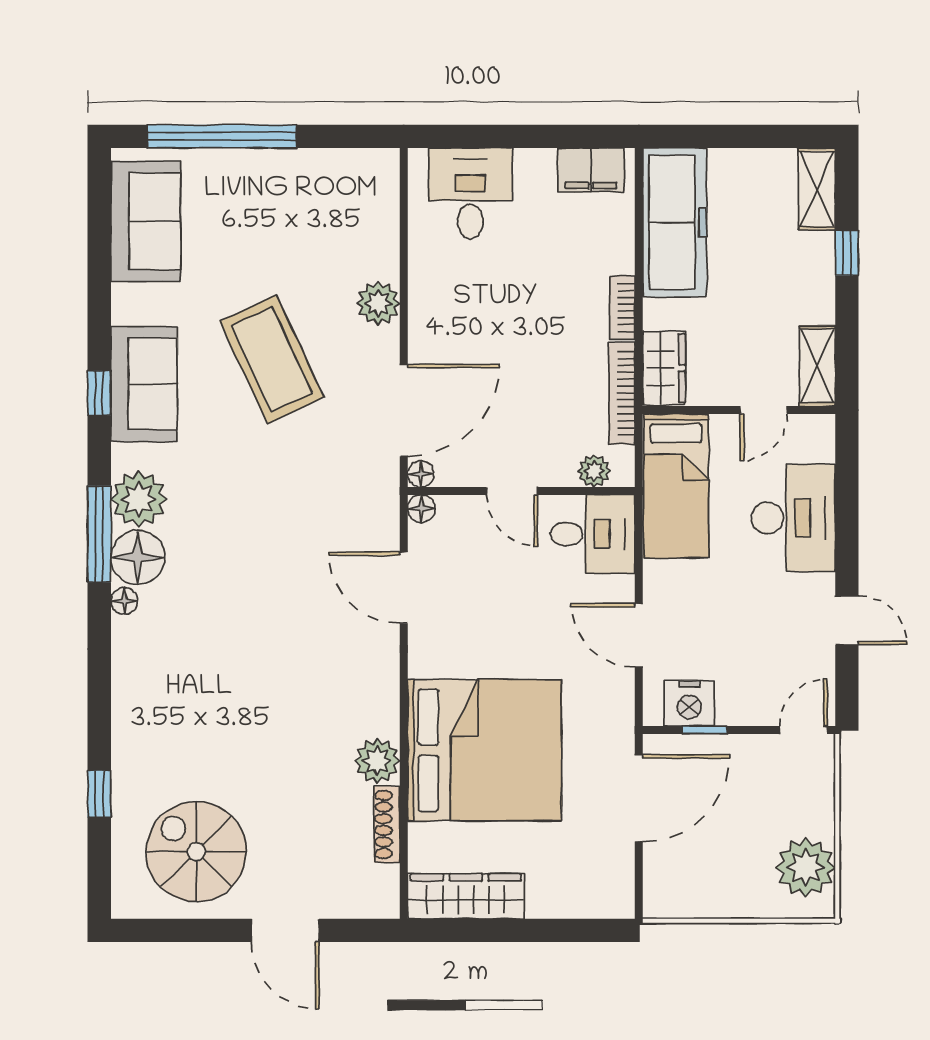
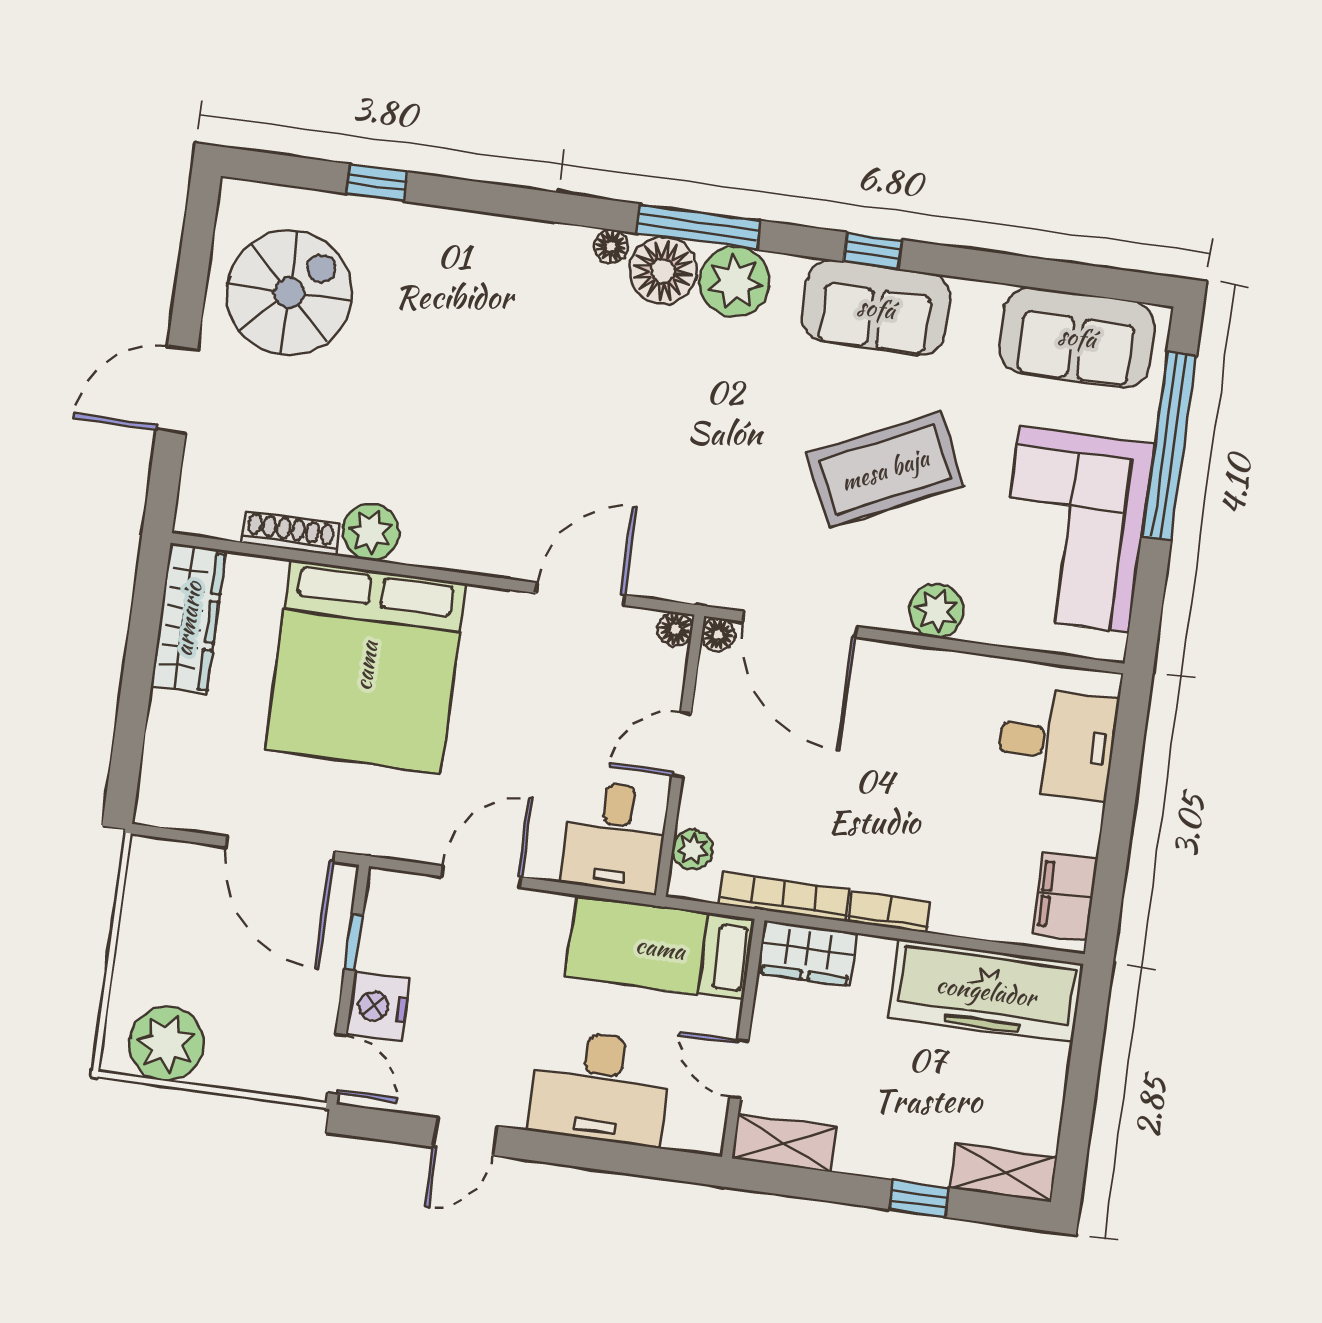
corner sofa: (299, 203) -> (1074, 529), added
nightstand: (689, 703) -> (378, 1007), moved

